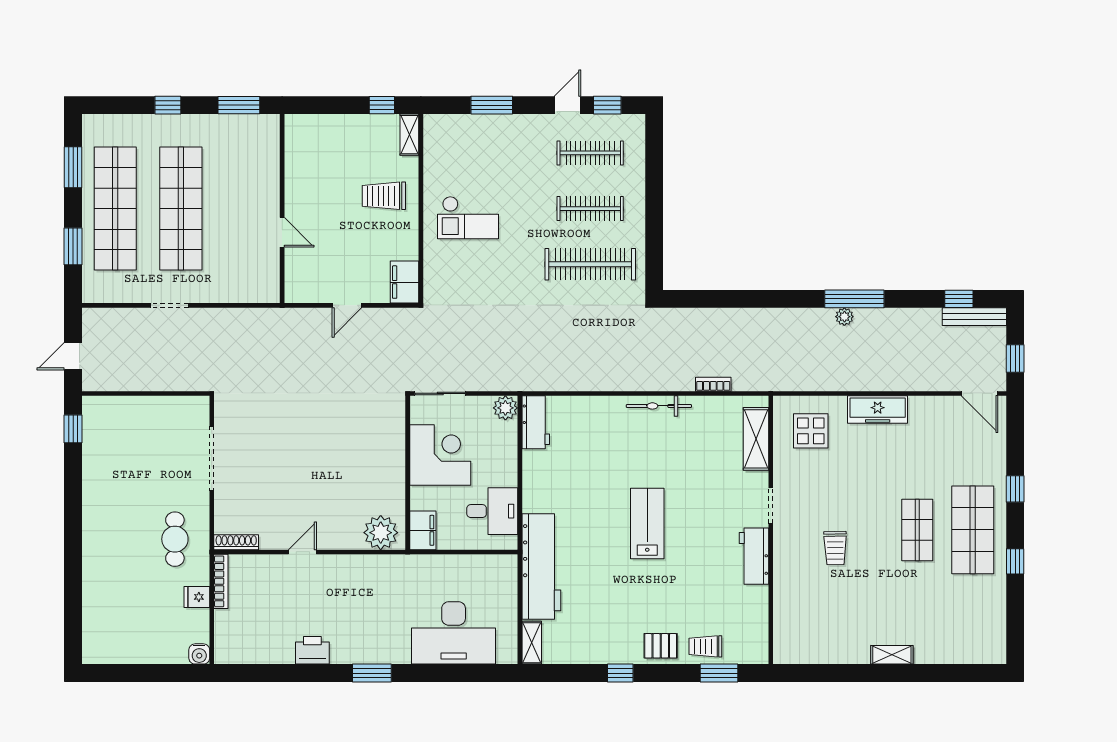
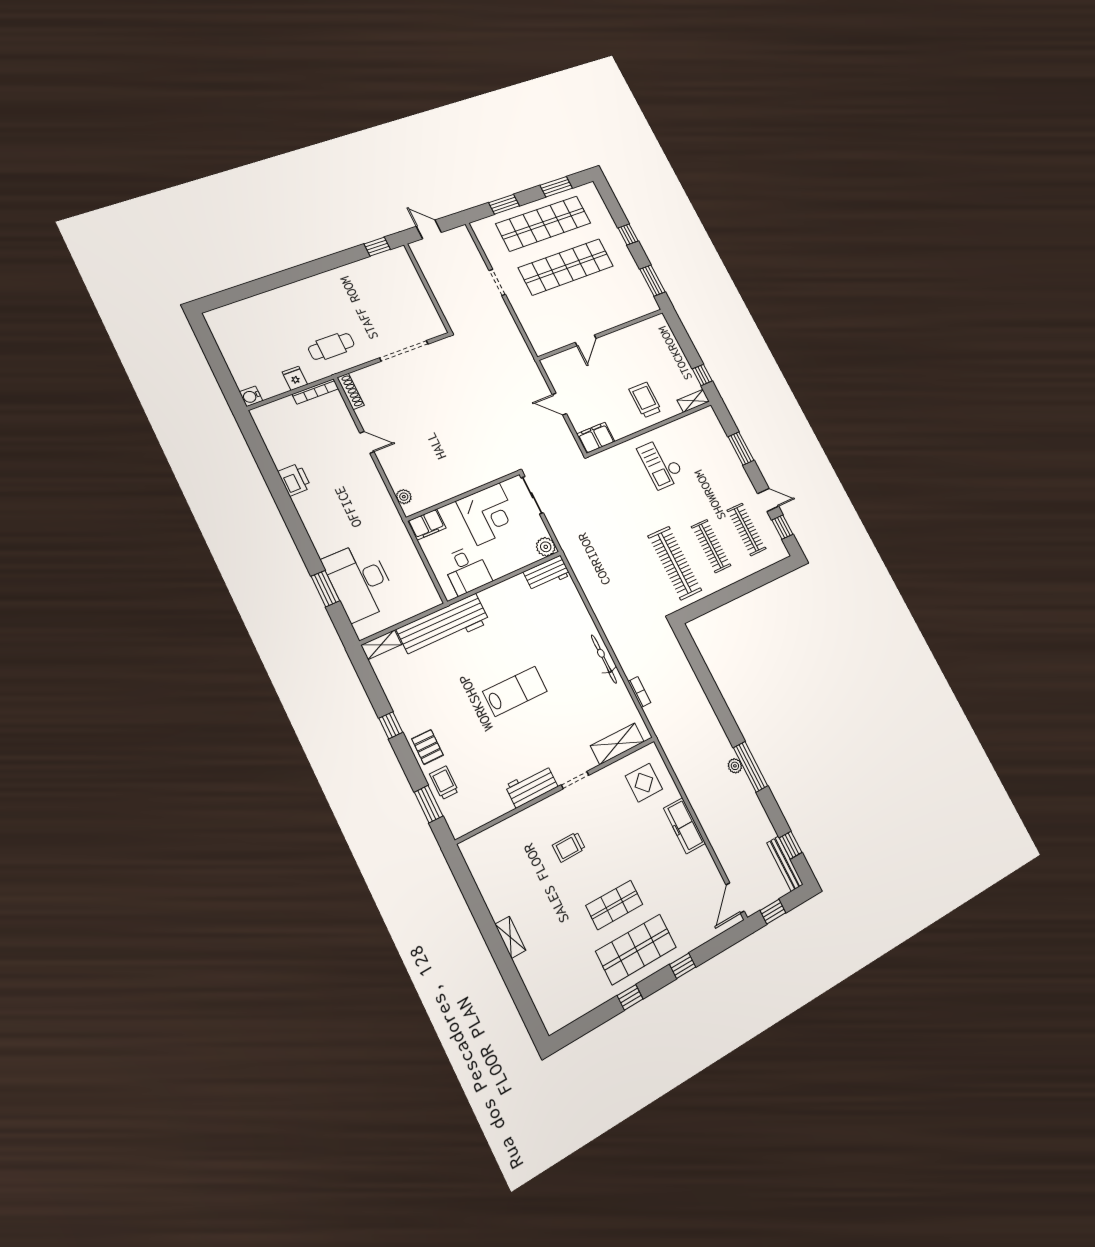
plant: (381, 533) -> (404, 497), width x0.53, depth x0.53
window: (372, 673) -> (325, 589), moved

